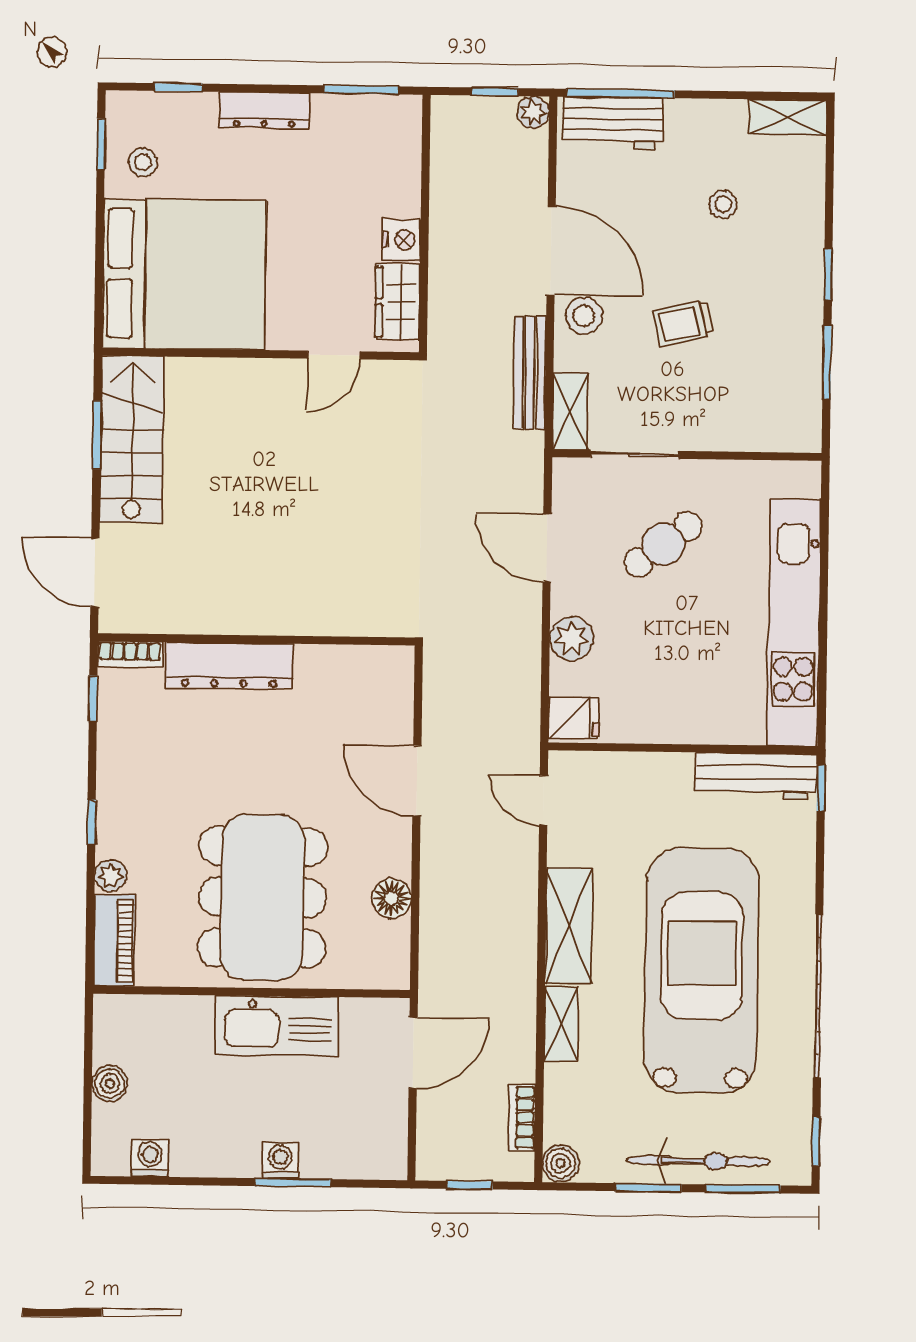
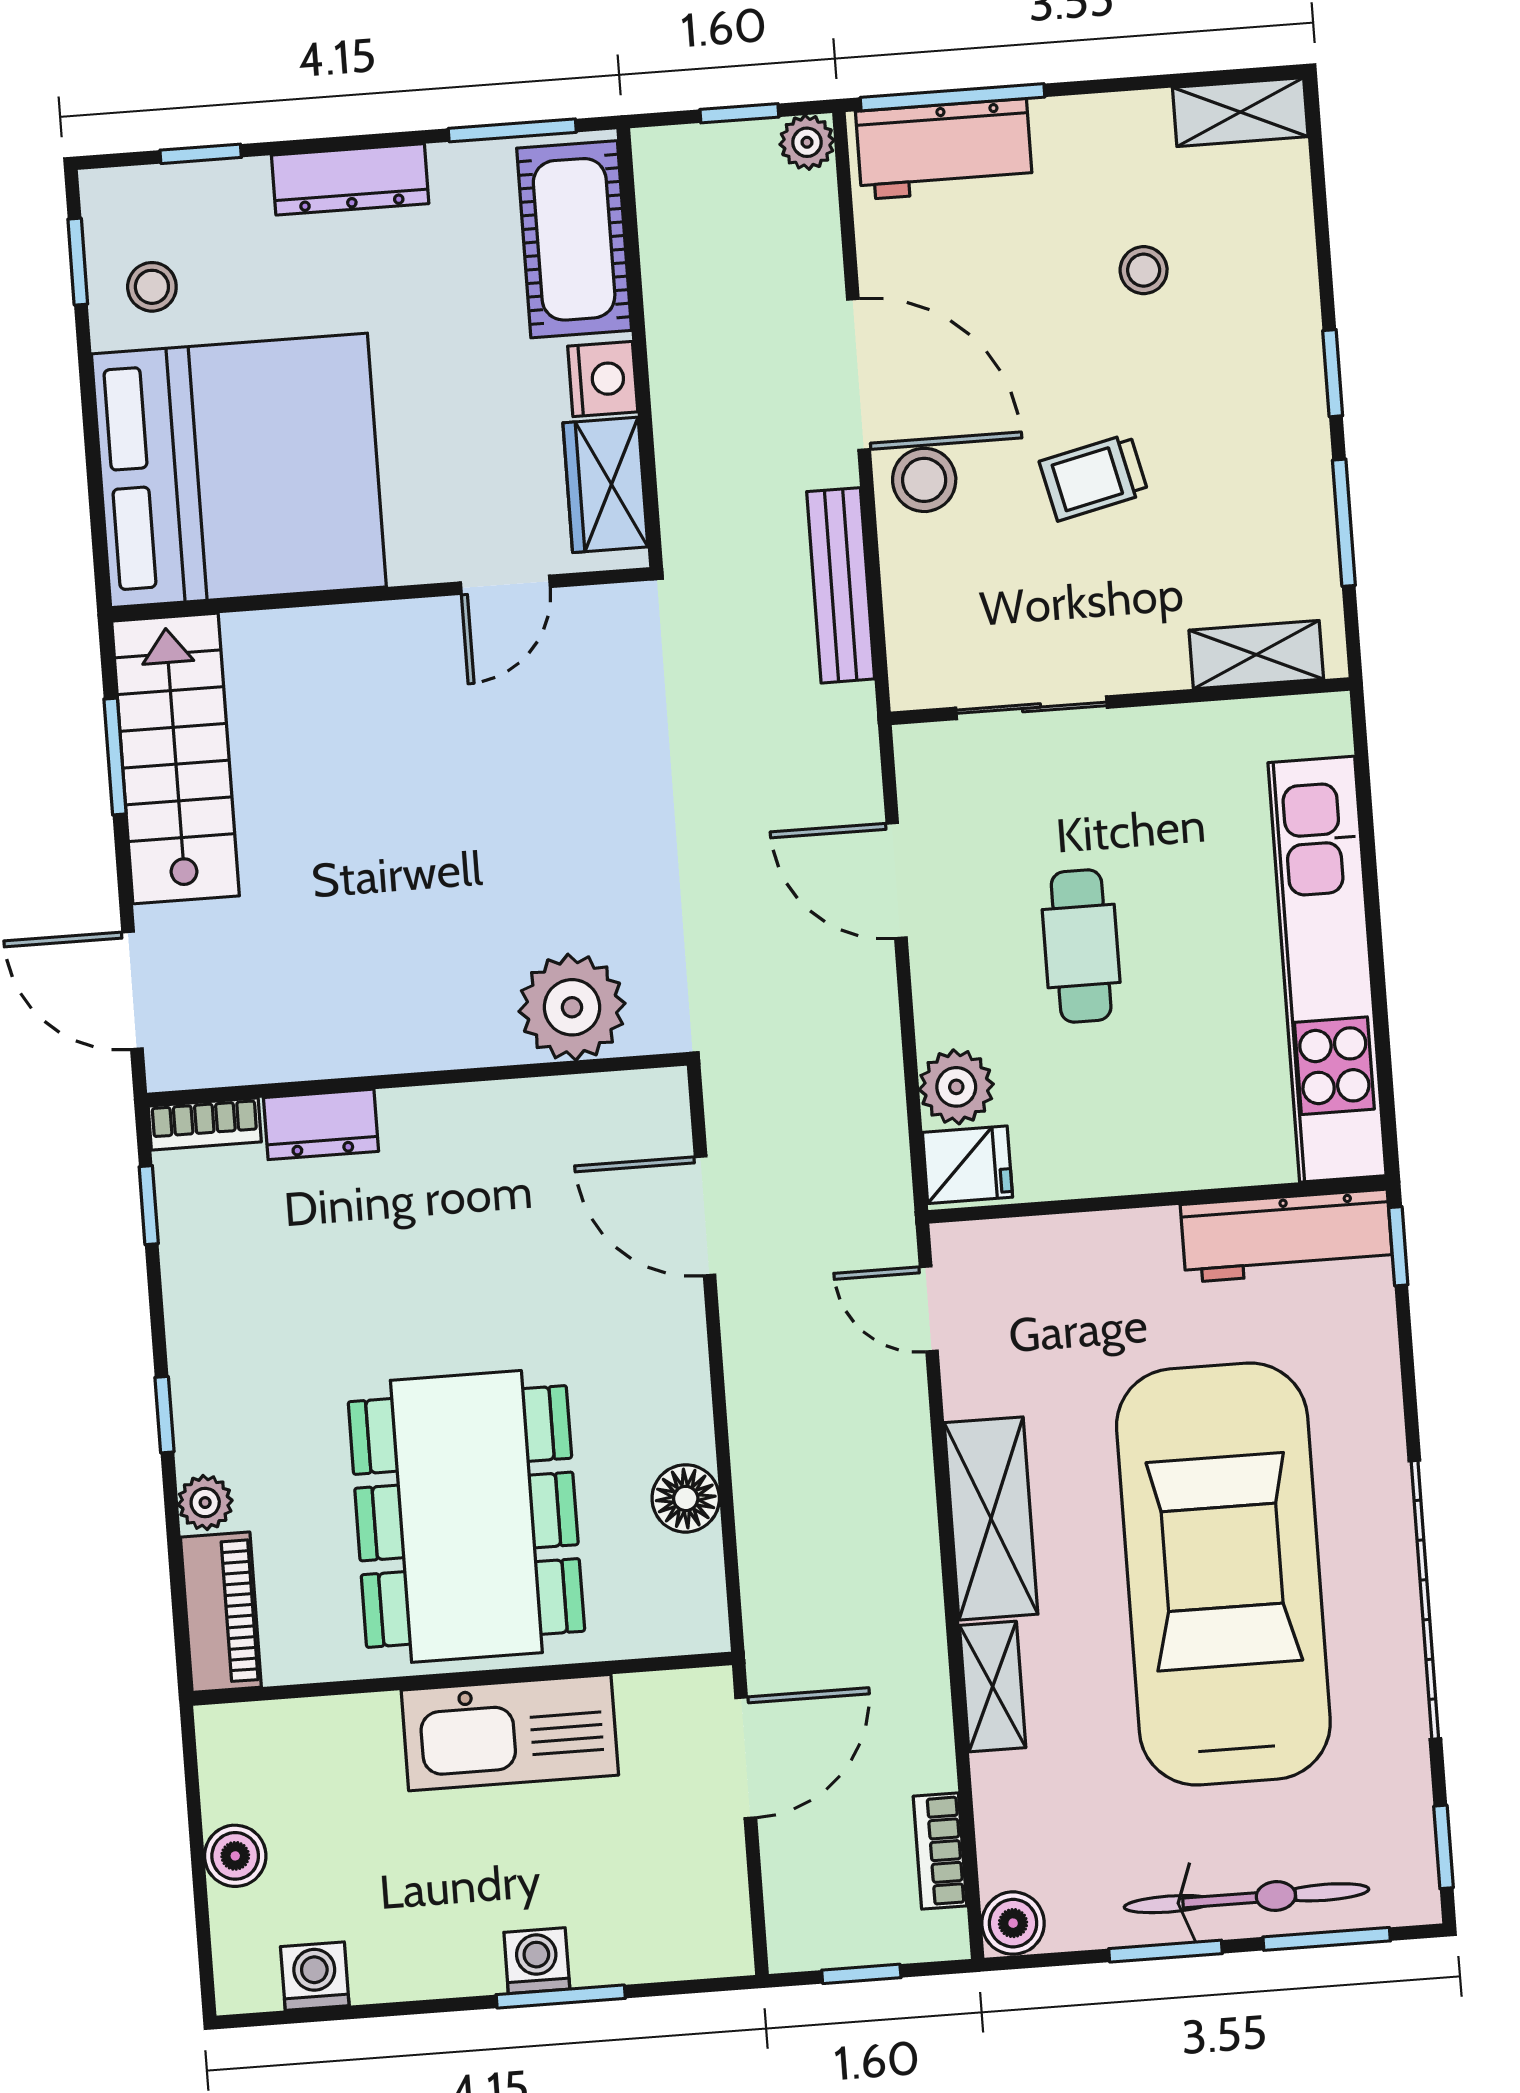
cot: (392, 157) -> (574, 239), added
shelving: (570, 411) -> (1256, 655), moved, turned 90
cafe table: (663, 544) -> (1081, 946), moved, turned -53
plant: (351, 605) -> (572, 1007), added
plant: (572, 639) -> (956, 1087), moved
dresser: (229, 666) -> (321, 1124), width x0.51, depth x0.80
door: (417, 781) -> (705, 1216), moved

